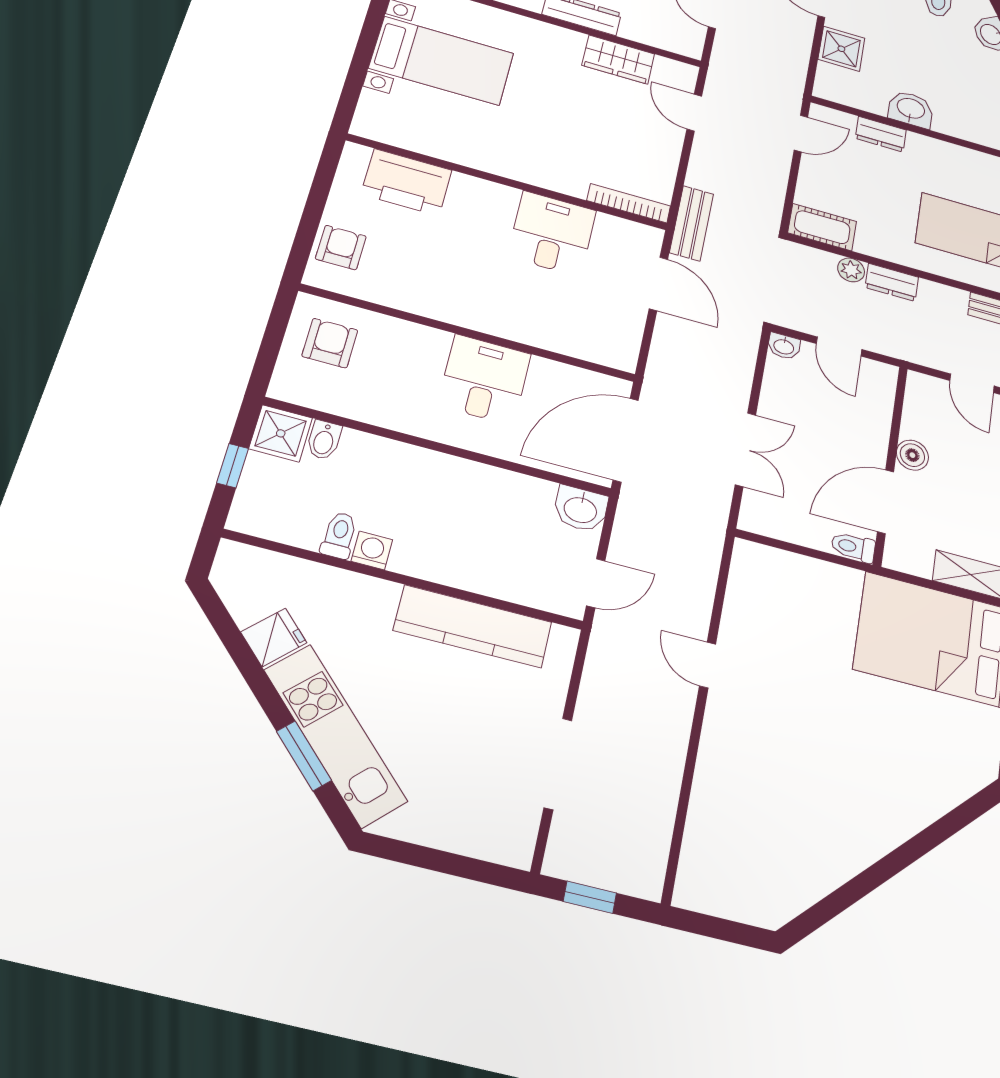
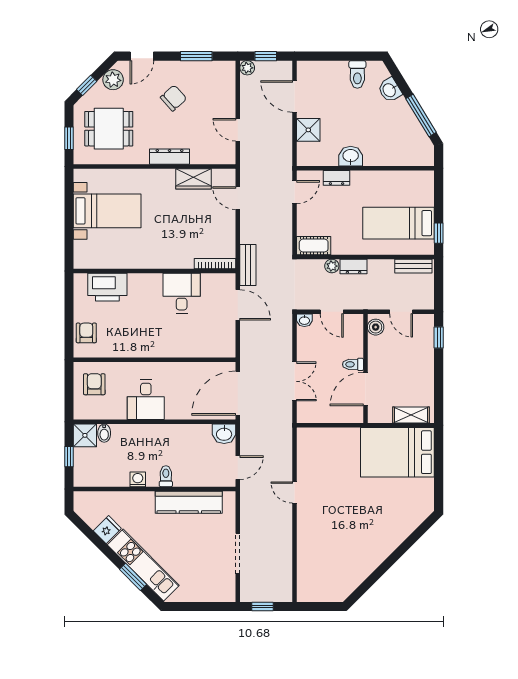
desk: (484, 380) -> (146, 400), moved, turned 180
boiler: (912, 455) -> (376, 327), moved
toilet: (339, 535) -> (166, 476), moved
toilet: (853, 547) -> (353, 364), moved

